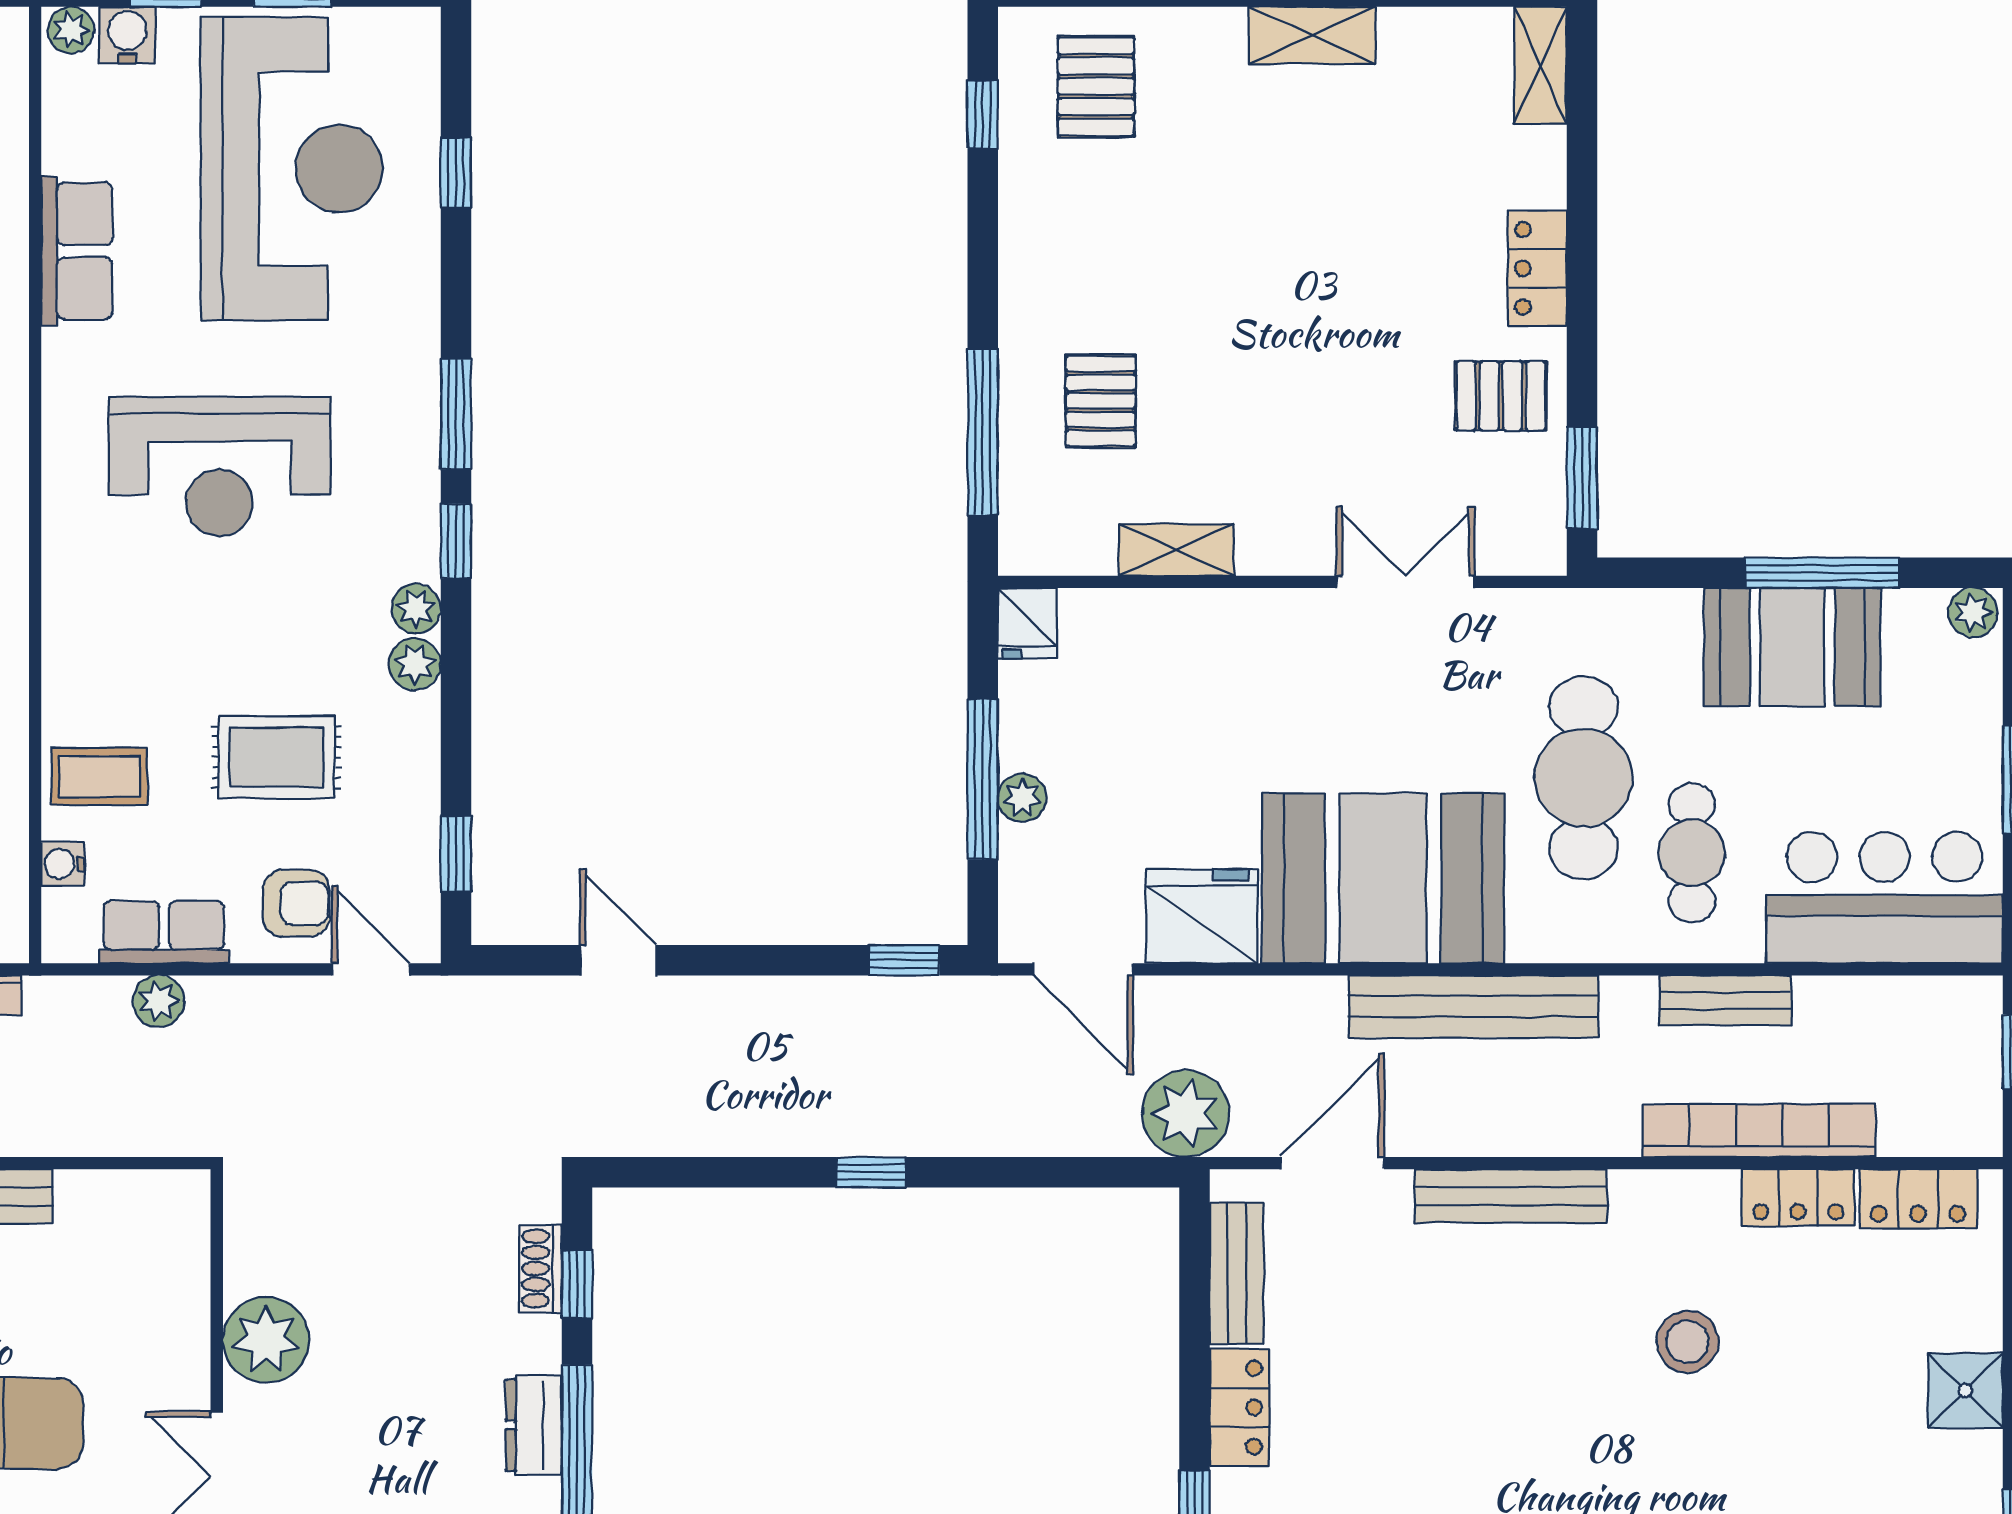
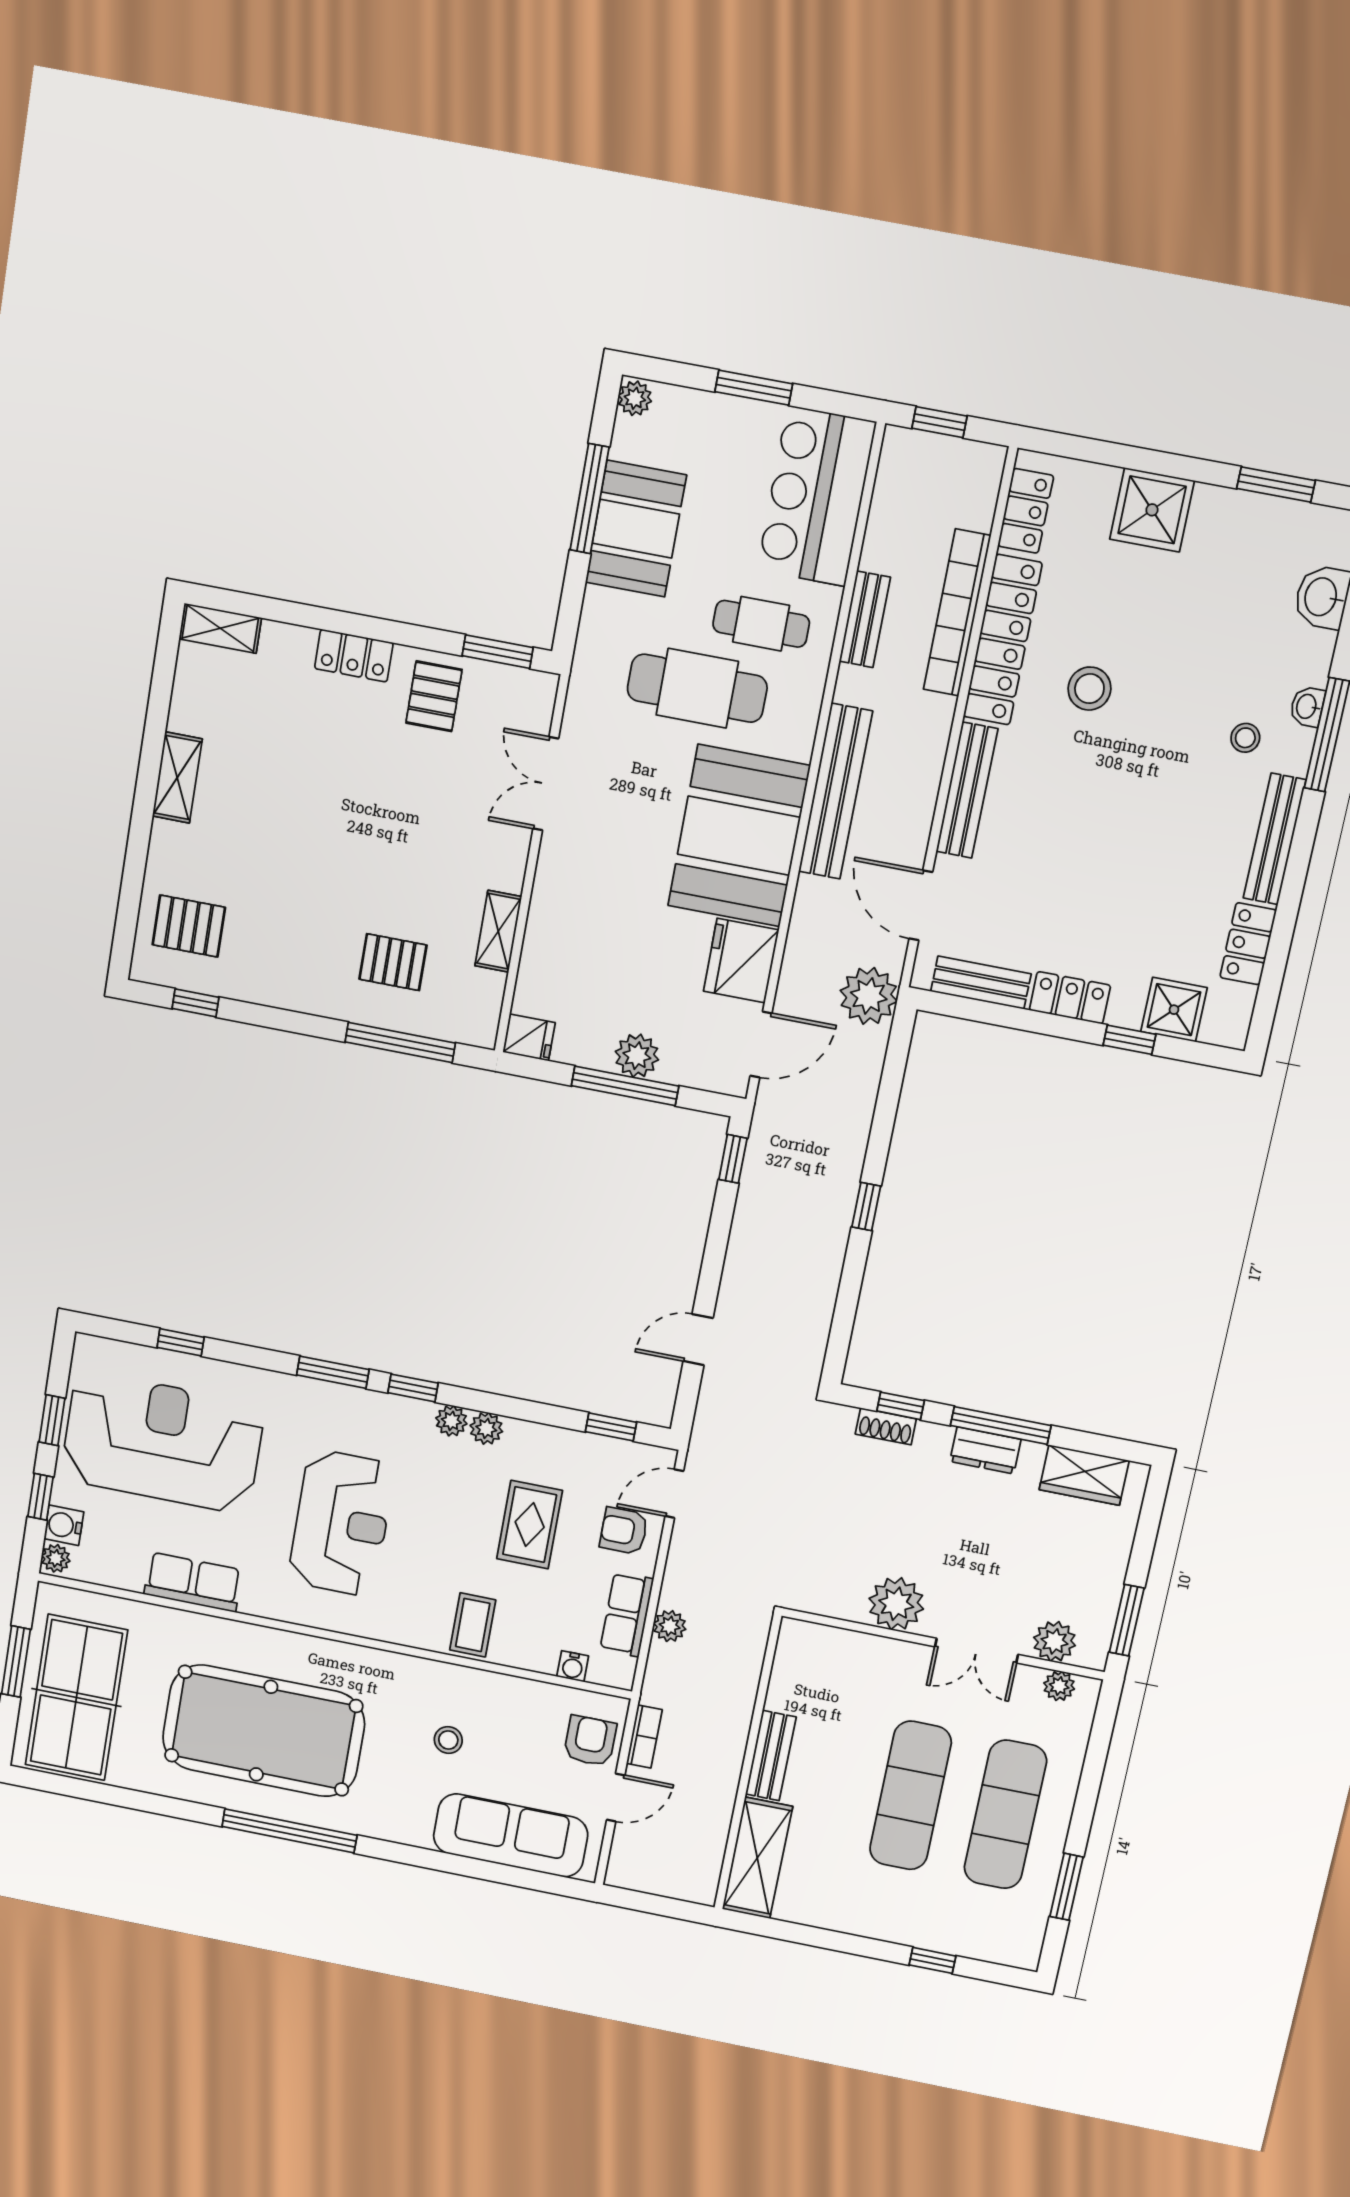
coffee table: (99, 777) -> (473, 1625), moved
plant: (1022, 798) -> (637, 1056), width x1.38, depth x1.38
armchair: (296, 903) -> (624, 1531), turned -90
locker: (1798, 1198) -> (1003, 640), width x2.16, depth x1.21
shower: (1965, 1390) -> (1152, 510), width x1.36, depth x1.36

